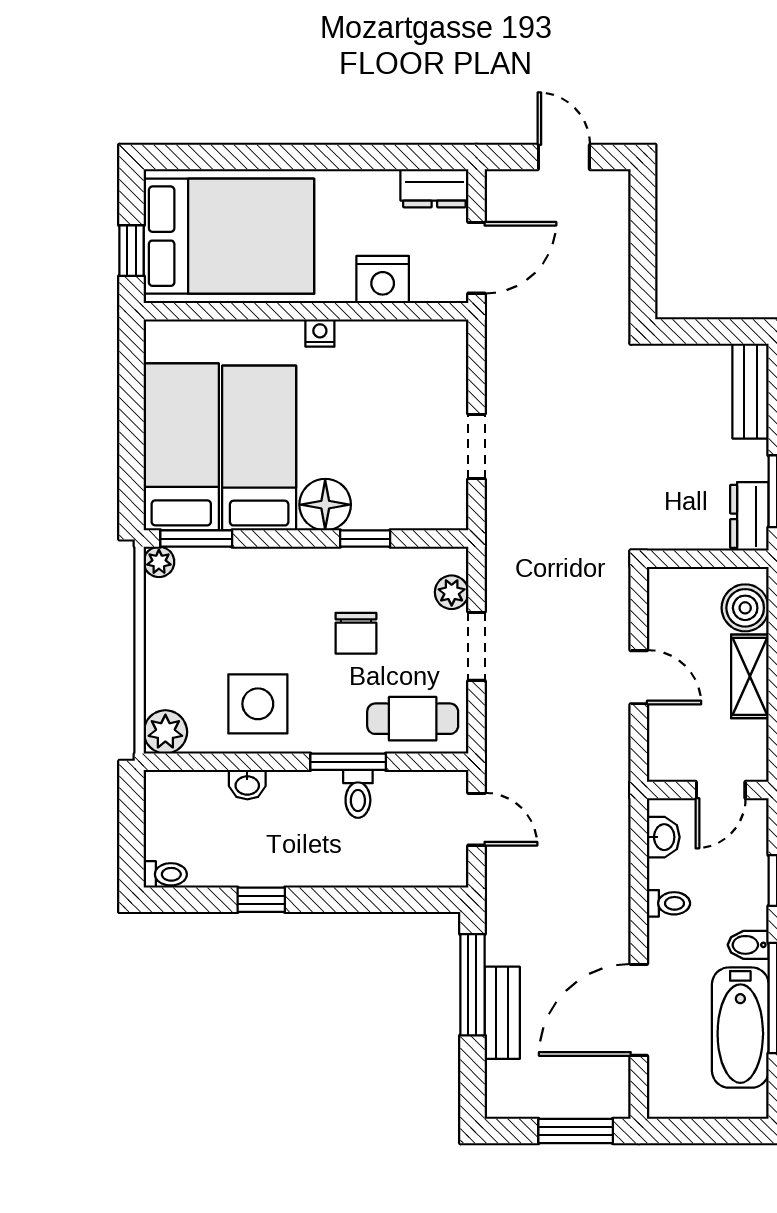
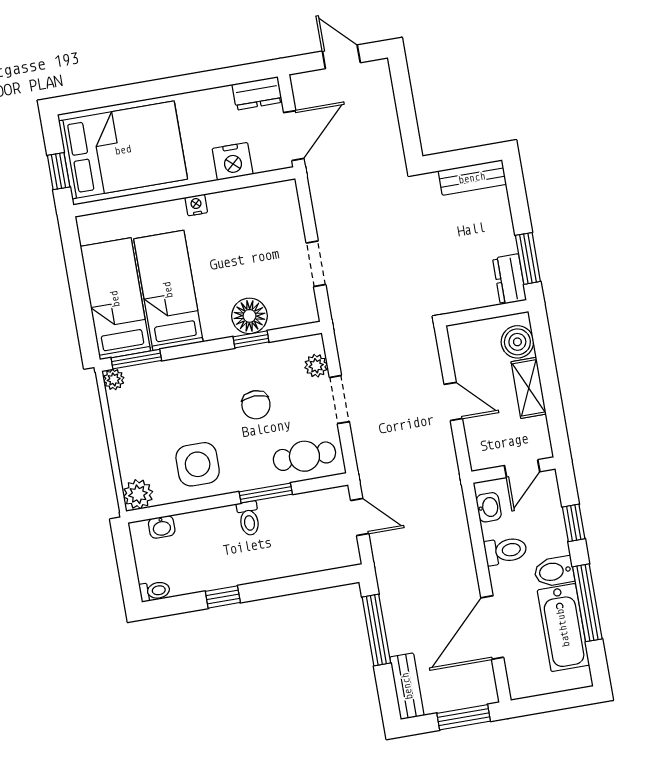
bench: (751, 391) -> (472, 178), moved, turned 90
floor lamp: (325, 505) -> (249, 316), moved
washbasin: (247, 785) -> (162, 527), moved
toilet: (358, 794) -> (249, 518), moved
toilet: (668, 903) -> (506, 551), width x1.37, depth x1.39
bidet: (748, 945) -> (554, 571), width x1.38, depth x1.36
bench: (502, 1013) -> (407, 686), moved

